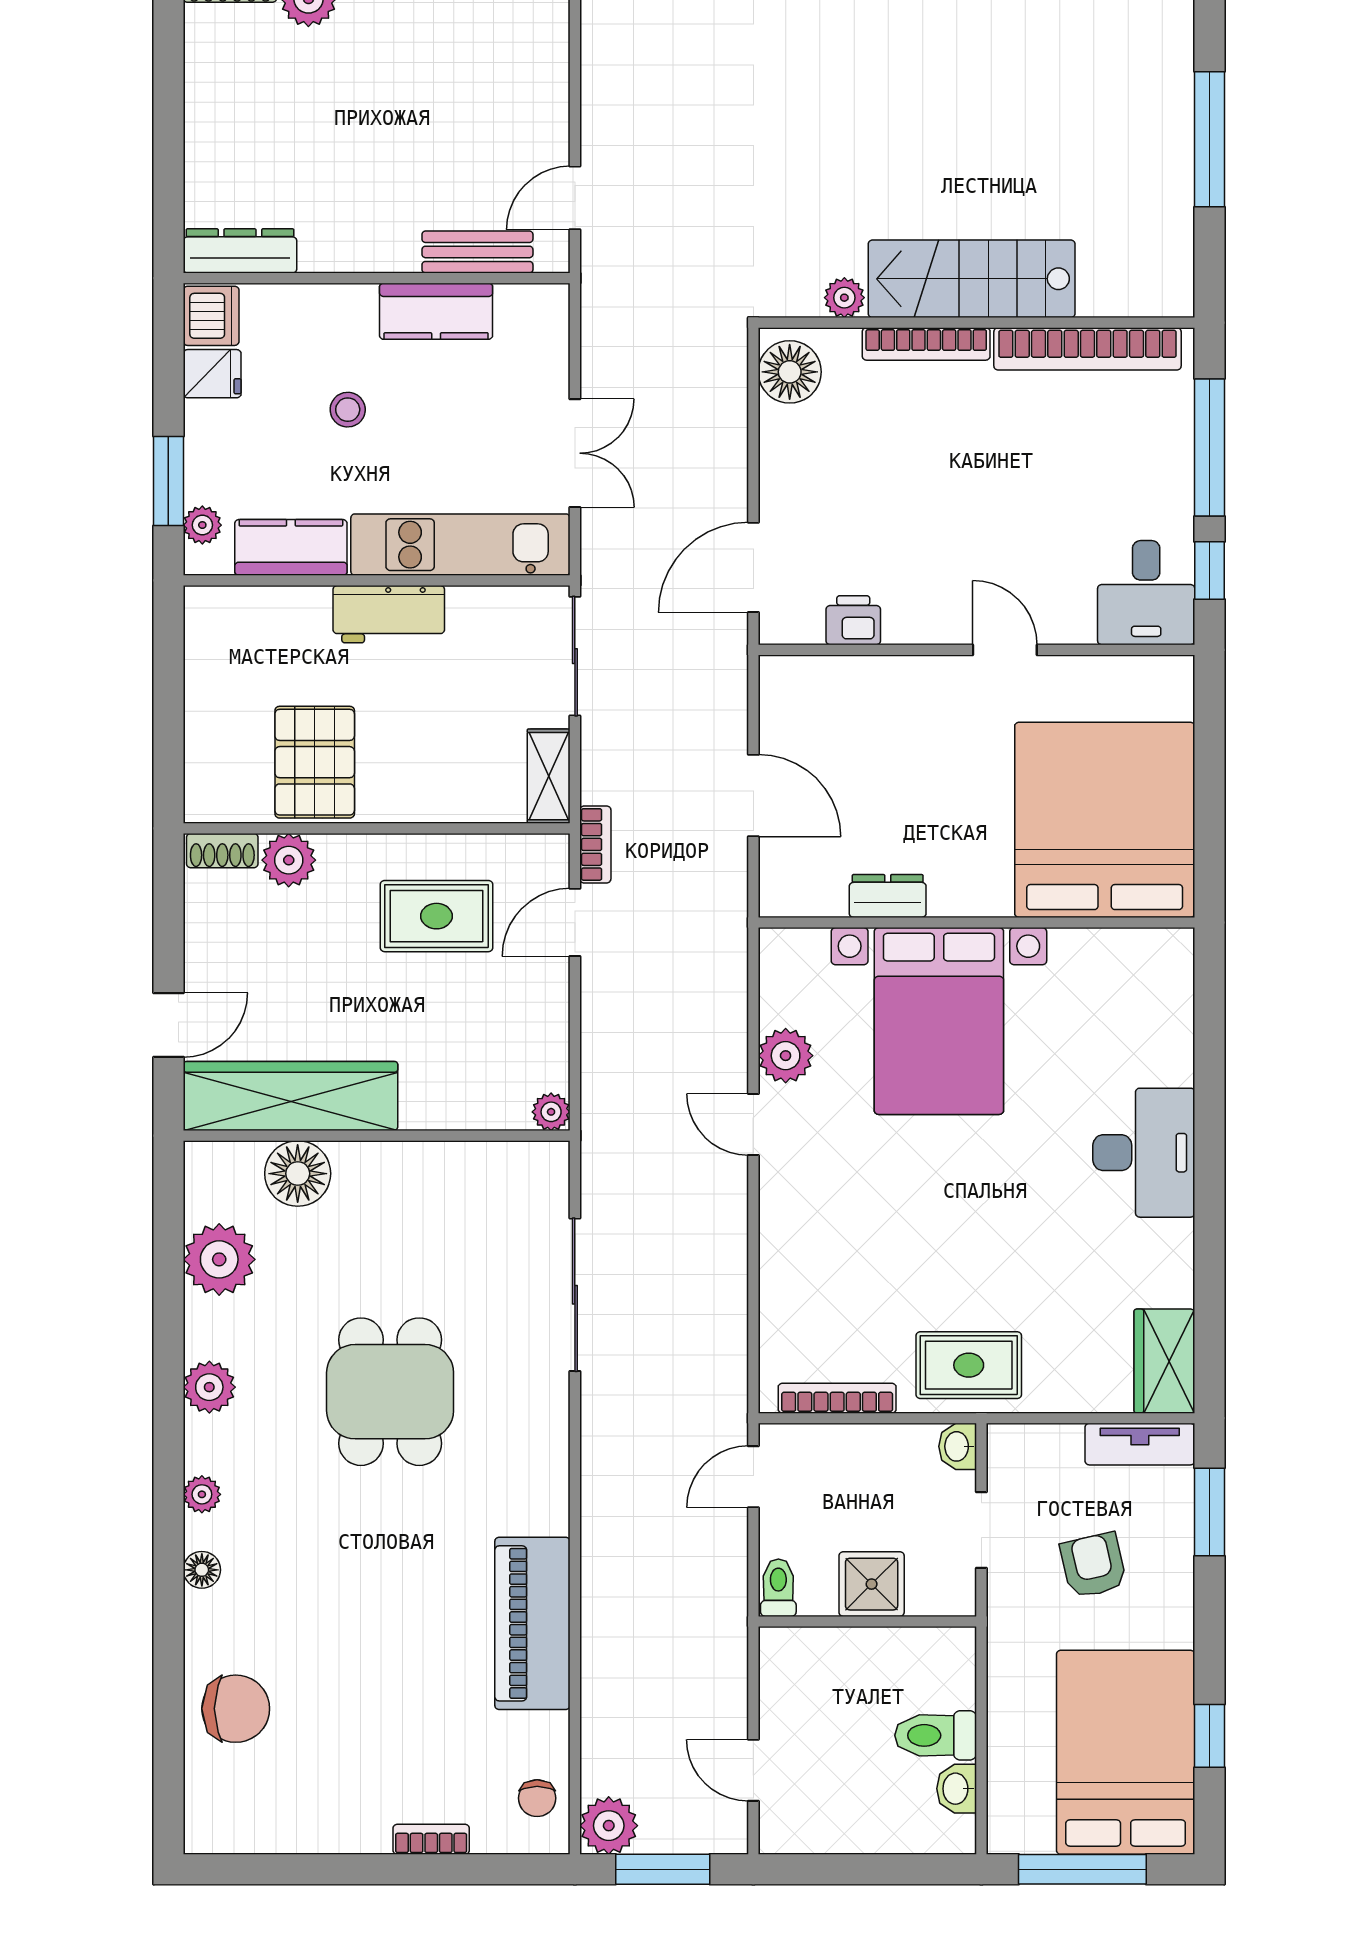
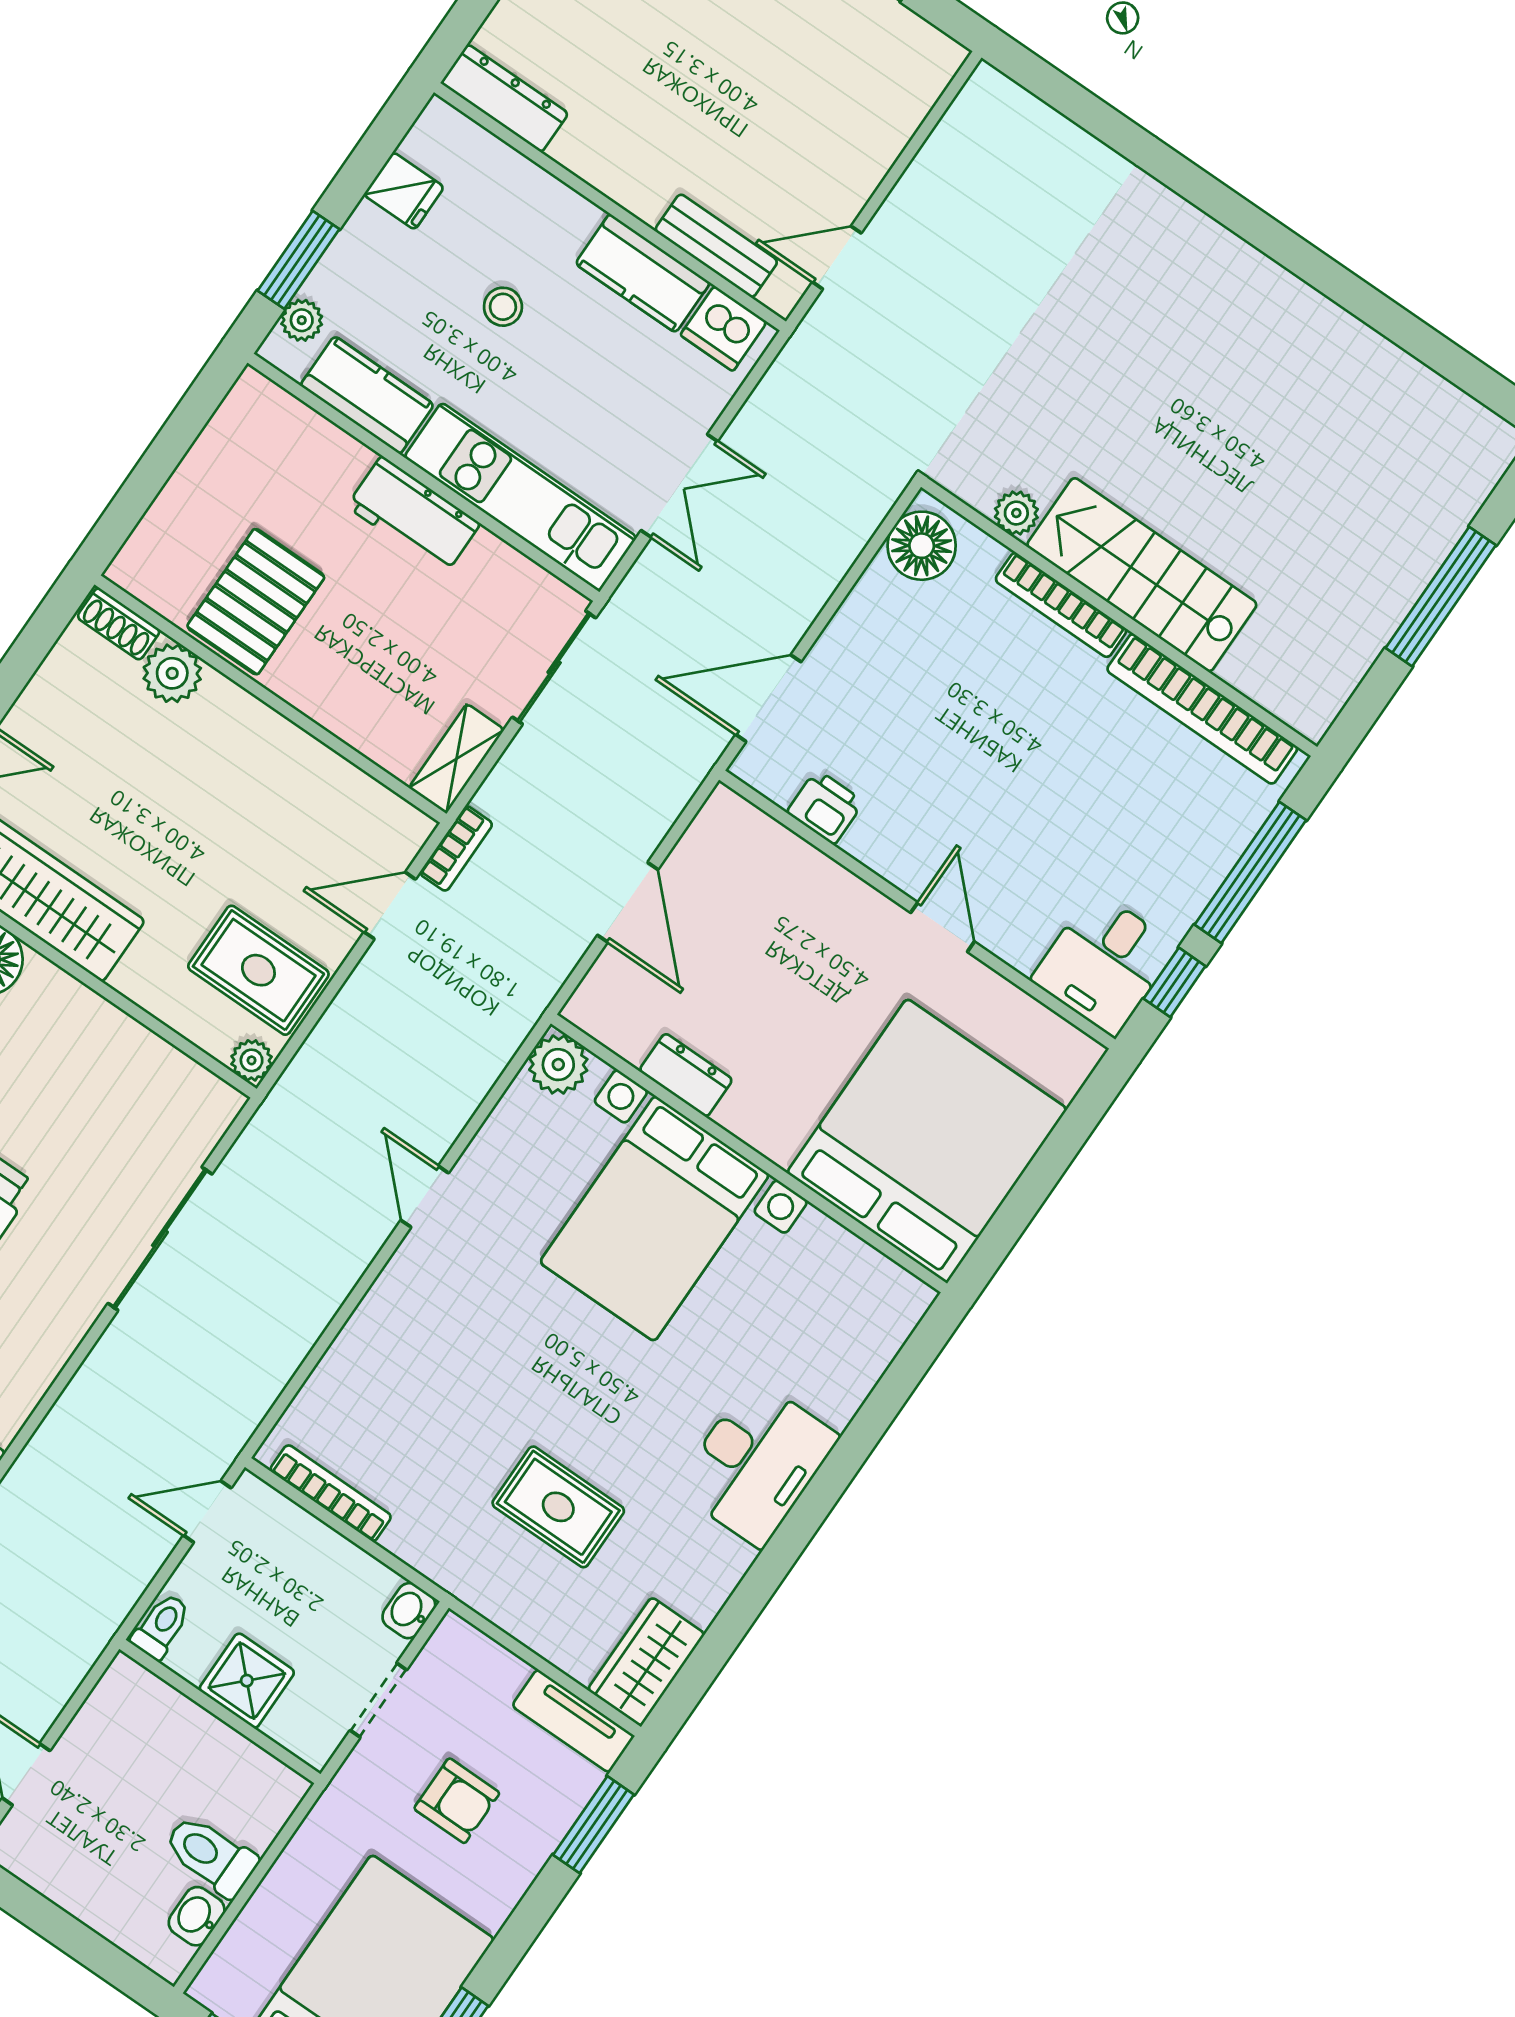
dishwasher: (211, 316) -> (724, 328), moved, turned 90
rug: (436, 916) -> (258, 970), moved
plant: (786, 1056) -> (558, 1065), moved
rug: (969, 1365) -> (558, 1507), moved
armchair: (1093, 1565) -> (457, 1801), turned 103

